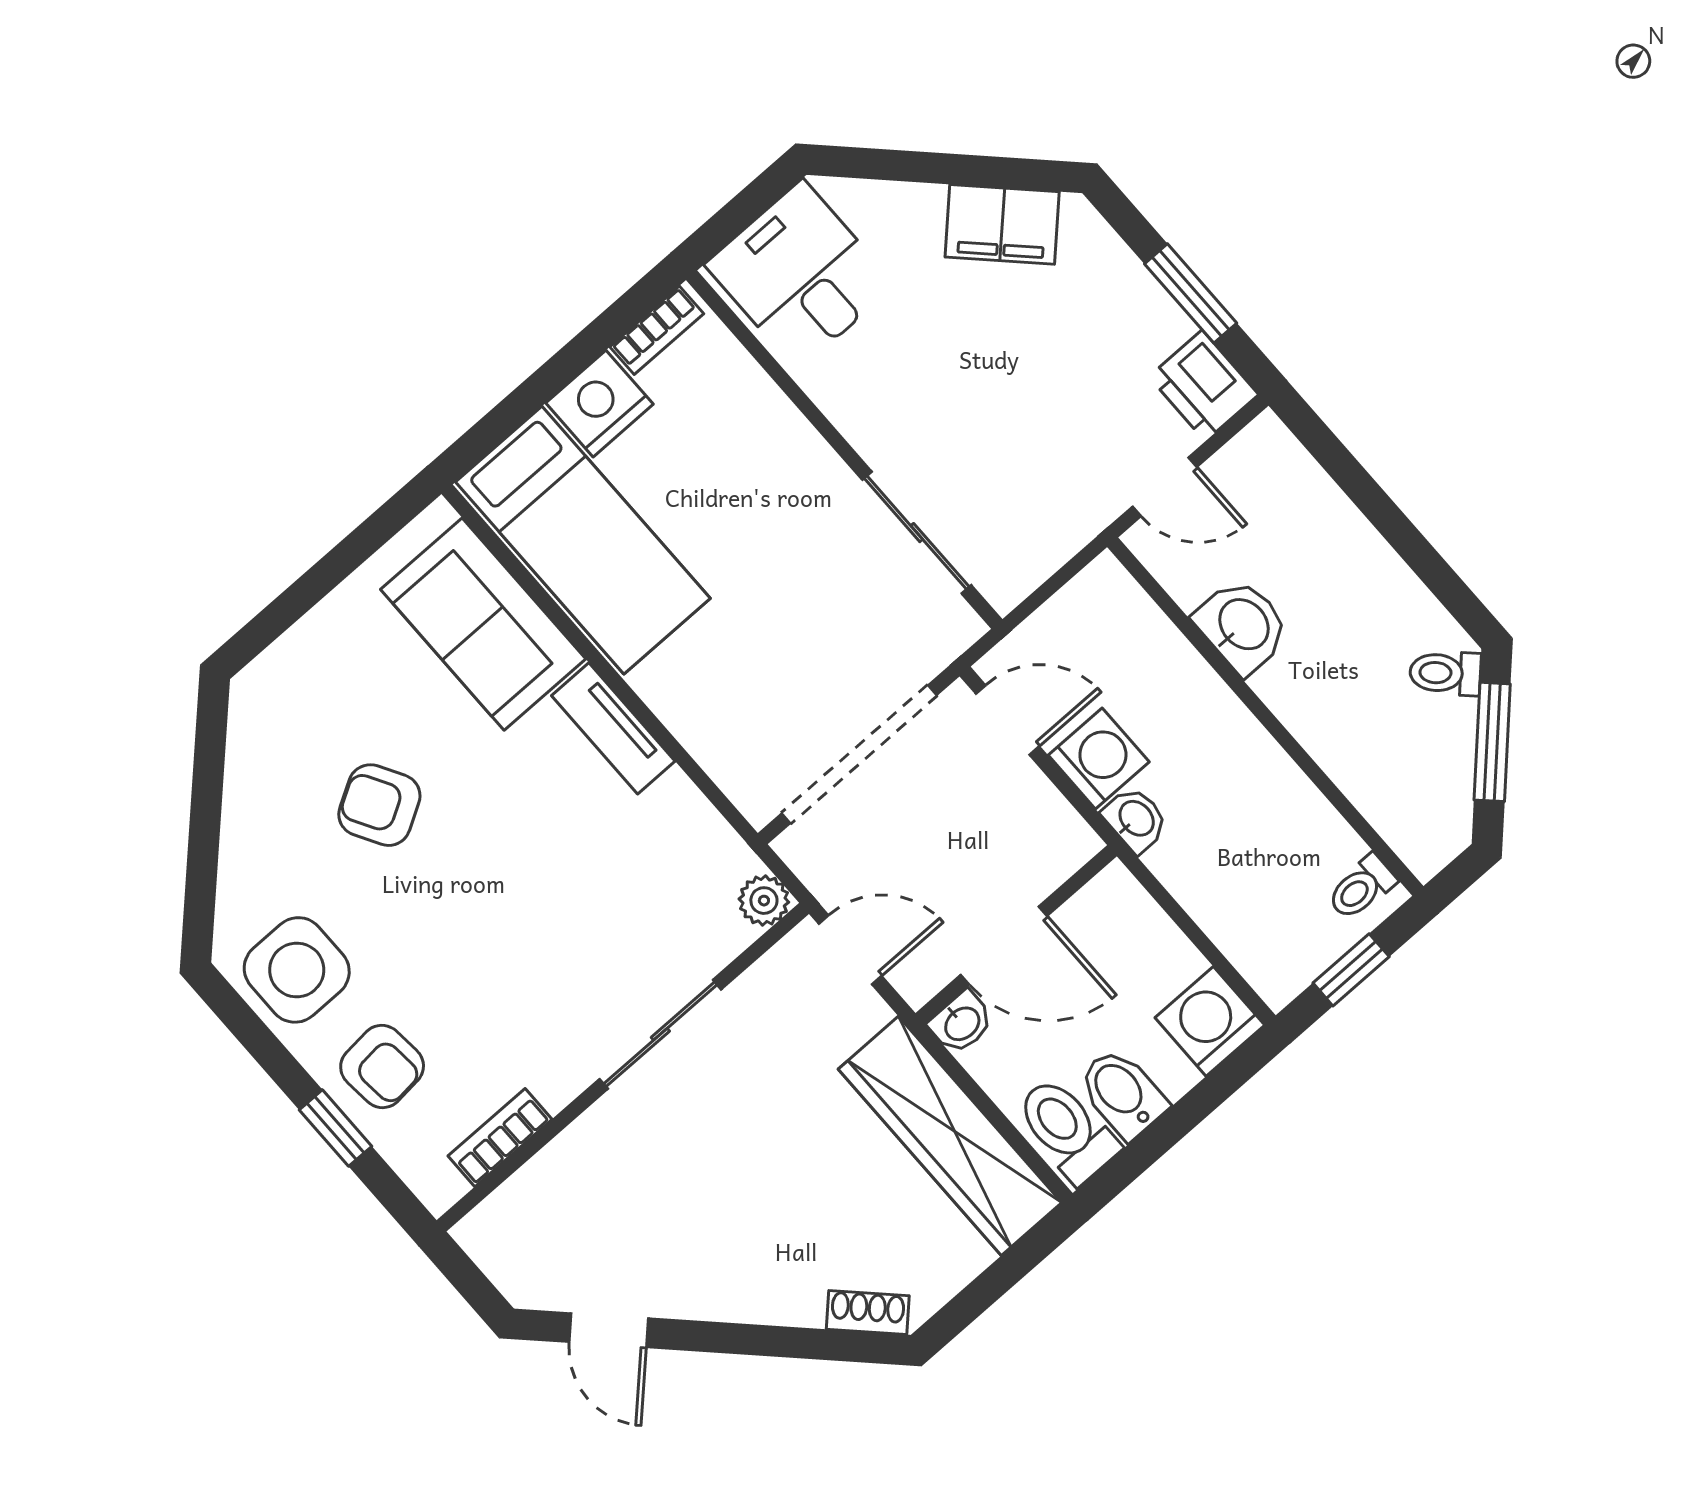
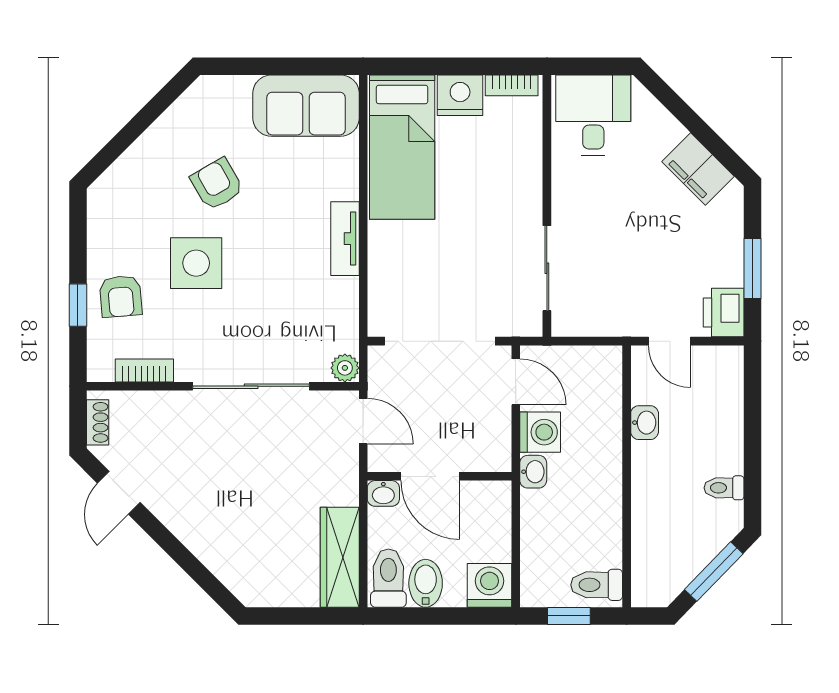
sofa: (483, 624) -> (306, 106), moved, turned -90
washbasin: (1242, 626) -> (645, 423), width x0.72, depth x0.69
toilet: (1445, 673) -> (724, 488), moved, turned -44
toilet: (1361, 888) -> (597, 585), width x1.37, depth x1.39
side table: (297, 970) -> (196, 263), moved
sliding door: (660, 1034) -> (251, 386), width x1.37
wardrobe: (950, 1136) -> (340, 557), width x0.71, depth x0.85
shoe rack: (868, 1312) -> (98, 422), moved, turned 45

